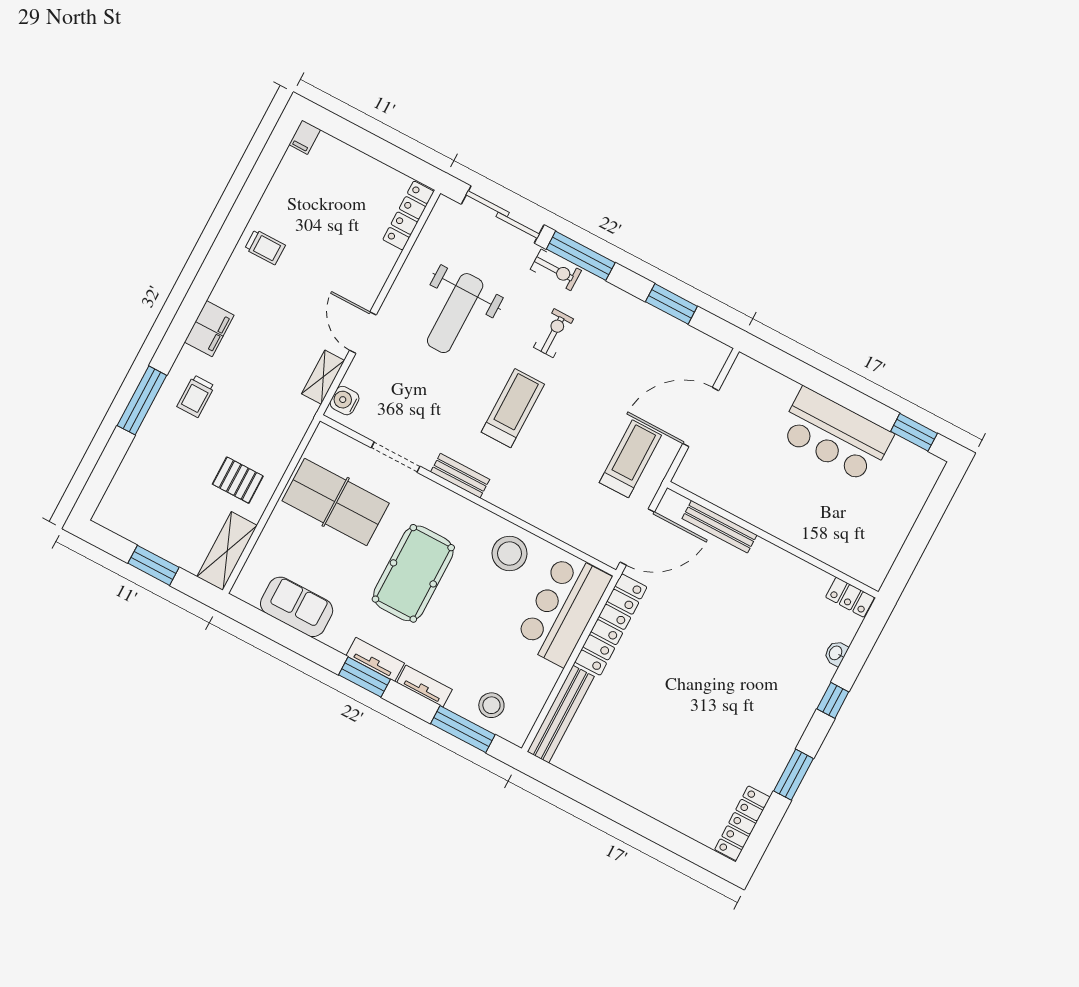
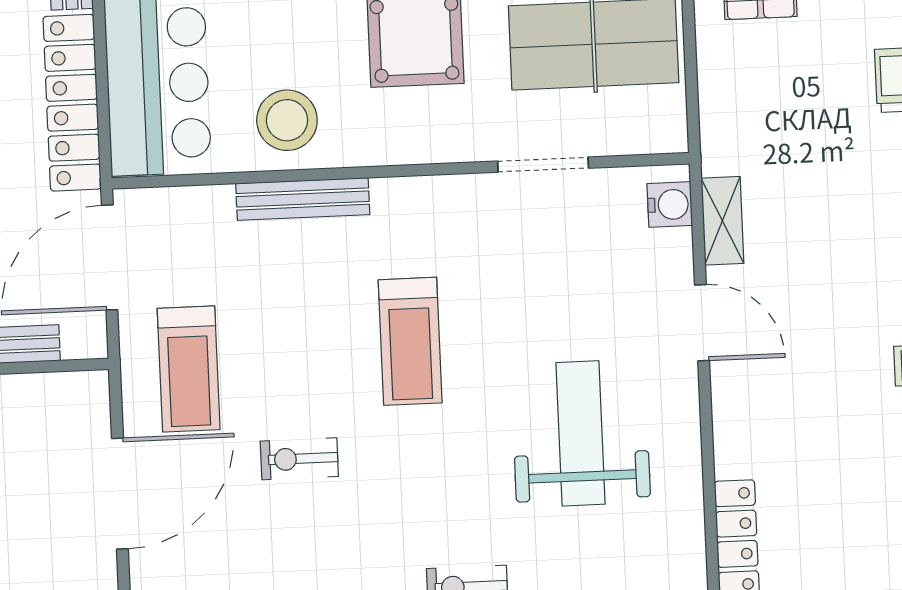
exercise bike: (554, 333) -> (299, 459), moved, turned 90
bench: (460, 476) -> (303, 199), moved, width x1.36

